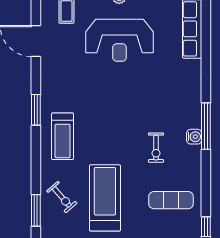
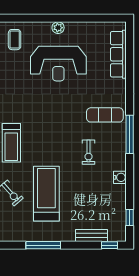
water cooler: (194, 137) -> (120, 177), moved
exercise mat: (171, 200) -> (105, 115), moved

